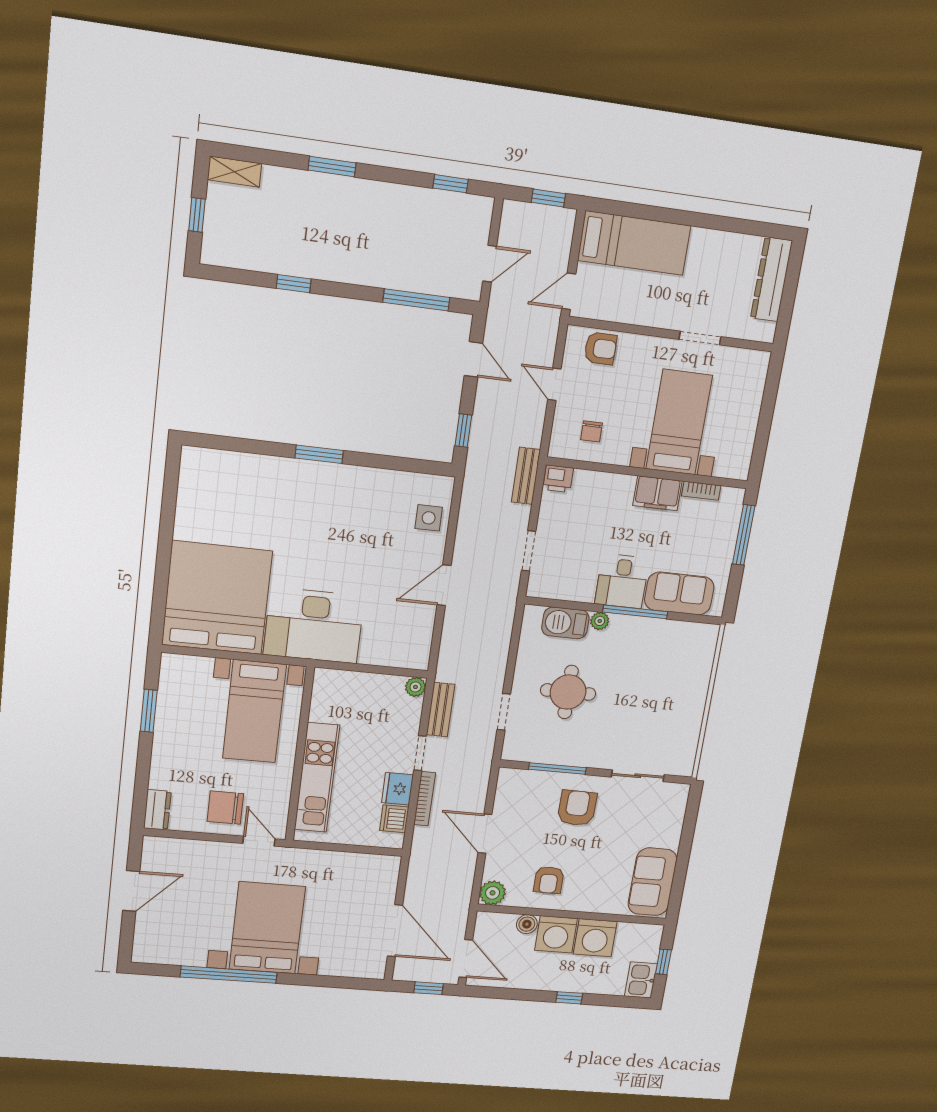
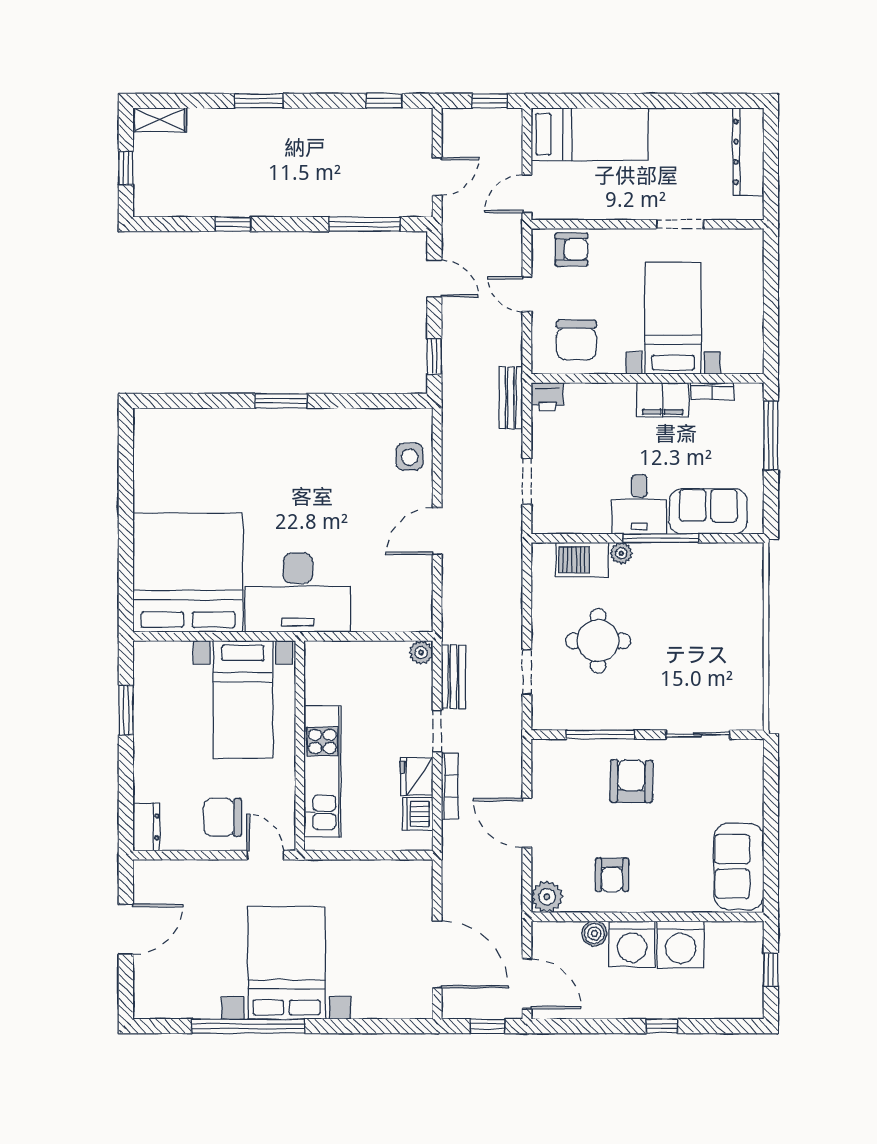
chair: (592, 431) -> (576, 340), width x1.87, depth x1.87
kitchen sink: (641, 980) -> (747, 996), removed

